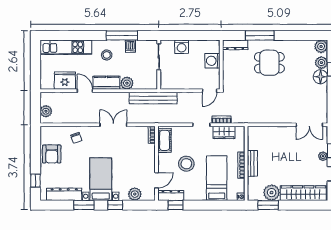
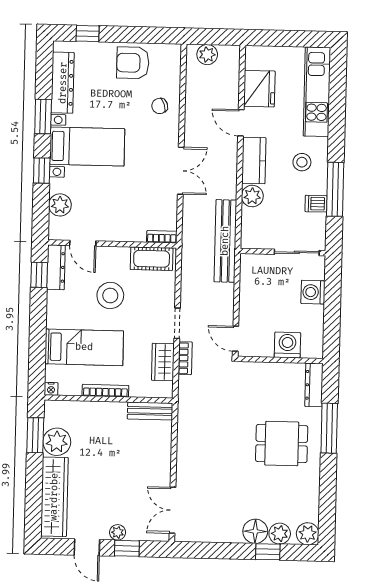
dining table: (269, 63) -> (282, 444), turned 90
door: (85, 91) -> (241, 123), swing flipped
bench: (252, 163) -> (150, 411), moved

